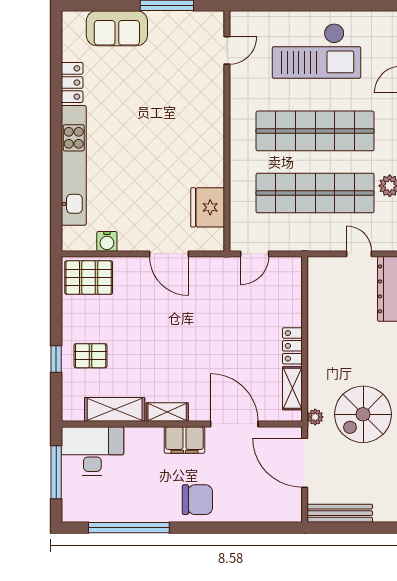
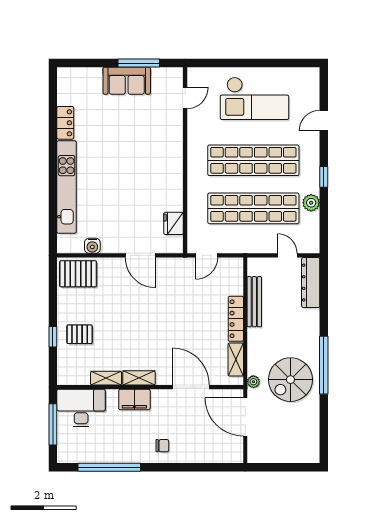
sofa: (117, 28) -> (127, 81), moved
fridge: (208, 207) -> (173, 223), width x0.73, depth x0.75
locker: (292, 346) -> (236, 319), width x1.53
shelving: (115, 409) -> (106, 378), width x0.67, depth x0.75
filing cabinet: (184, 440) -> (134, 399), moved
chair: (197, 500) -> (162, 446), width x0.54, depth x0.54
bench: (340, 513) -> (254, 302), moved, turned 90

